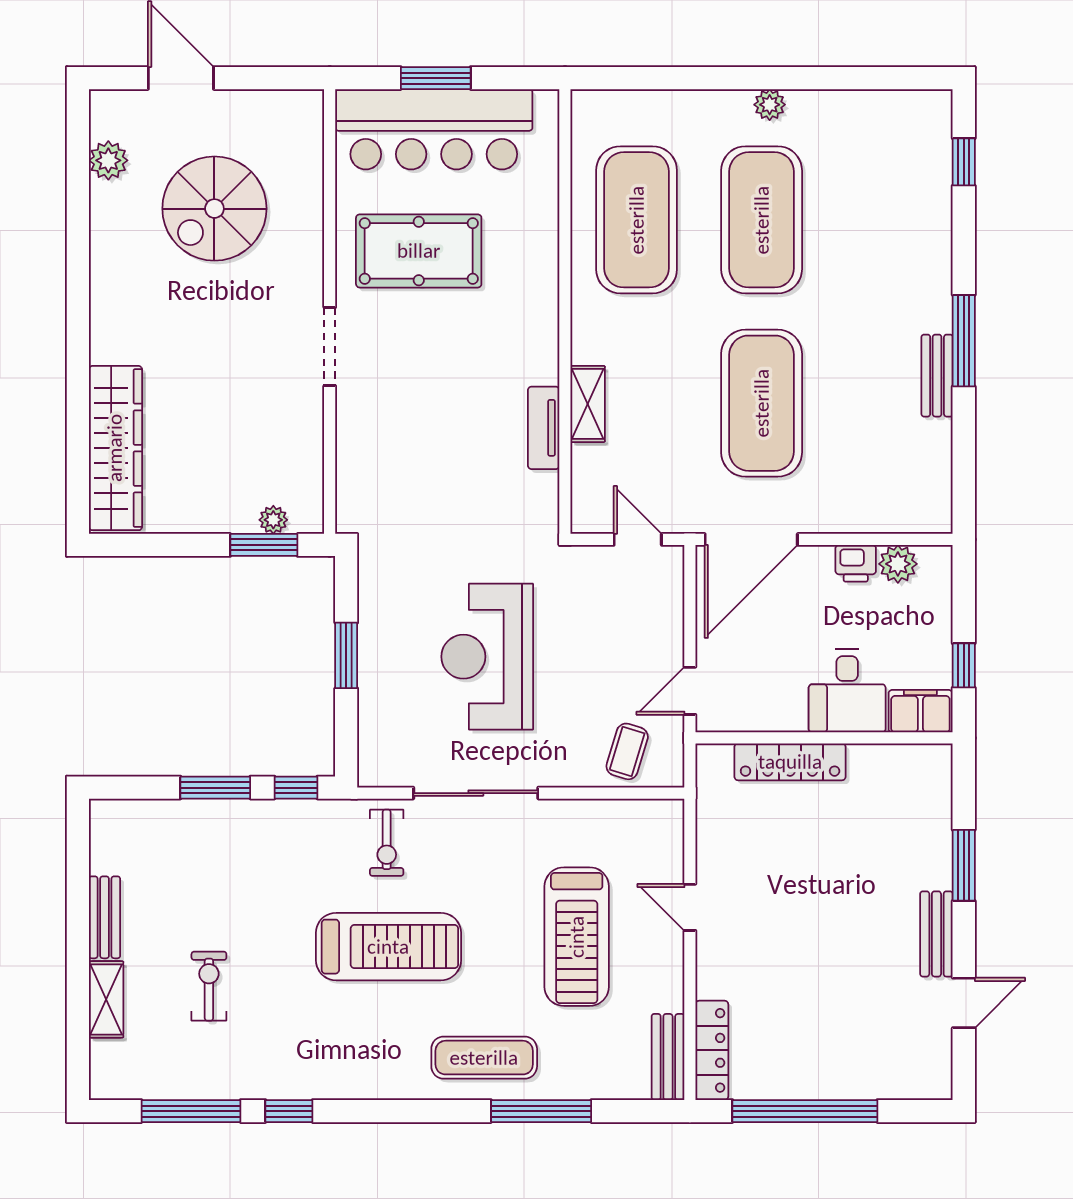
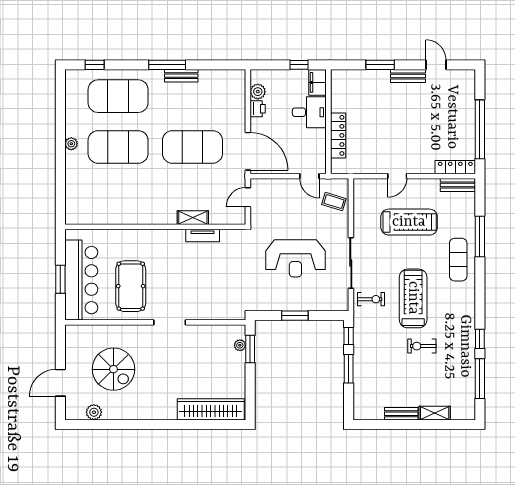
exercise mat: (637, 220) -> (118, 96), moved
exercise bike: (209, 986) -> (422, 346), moved

